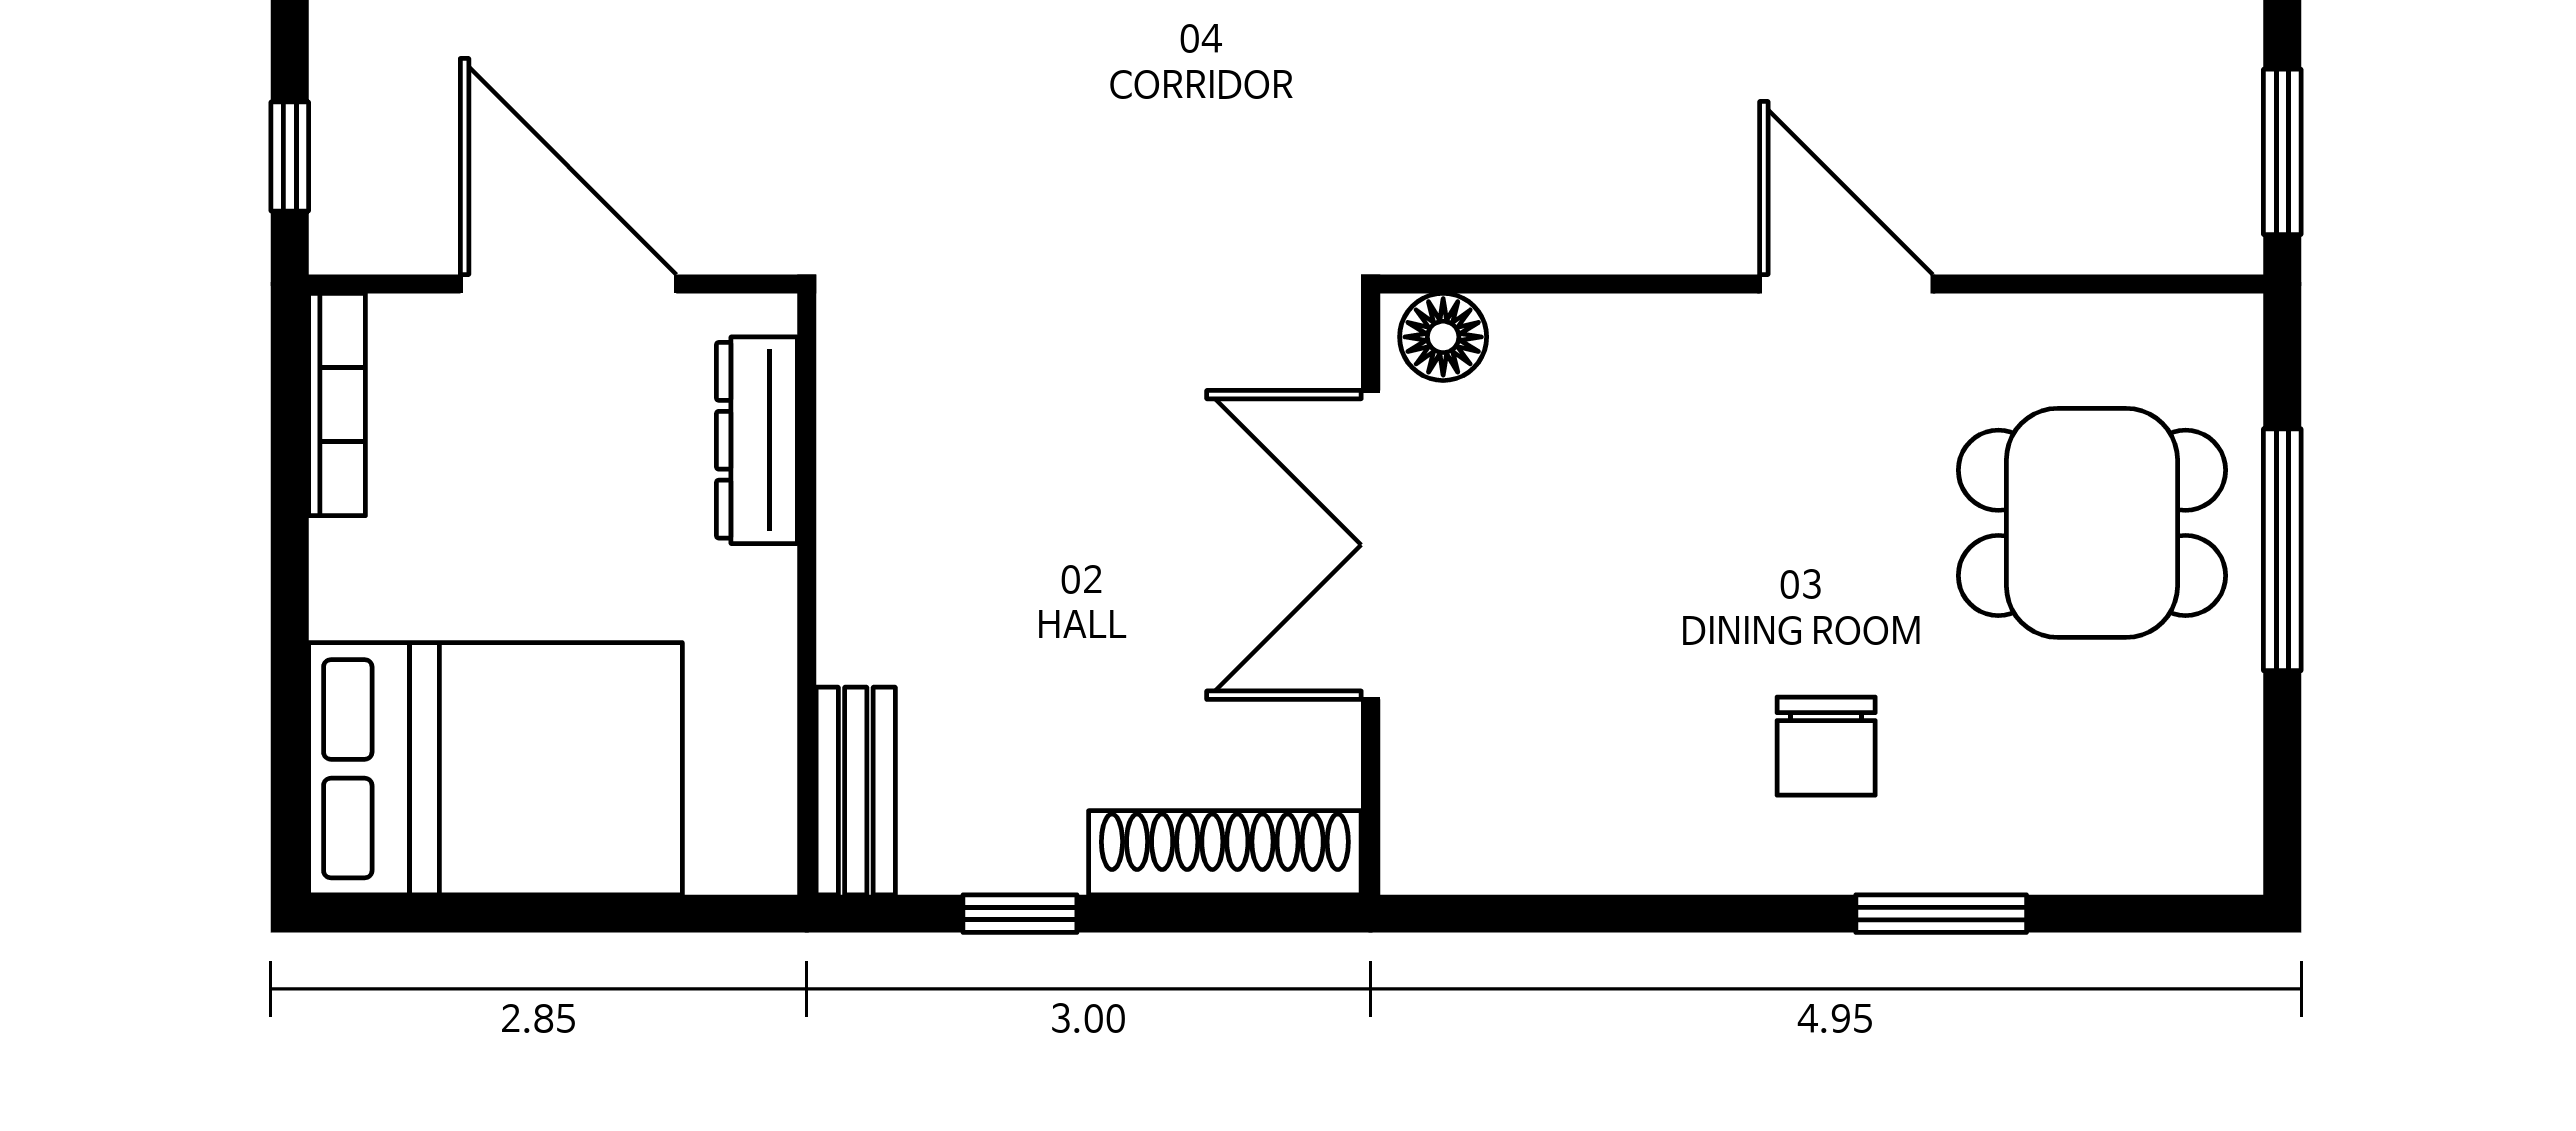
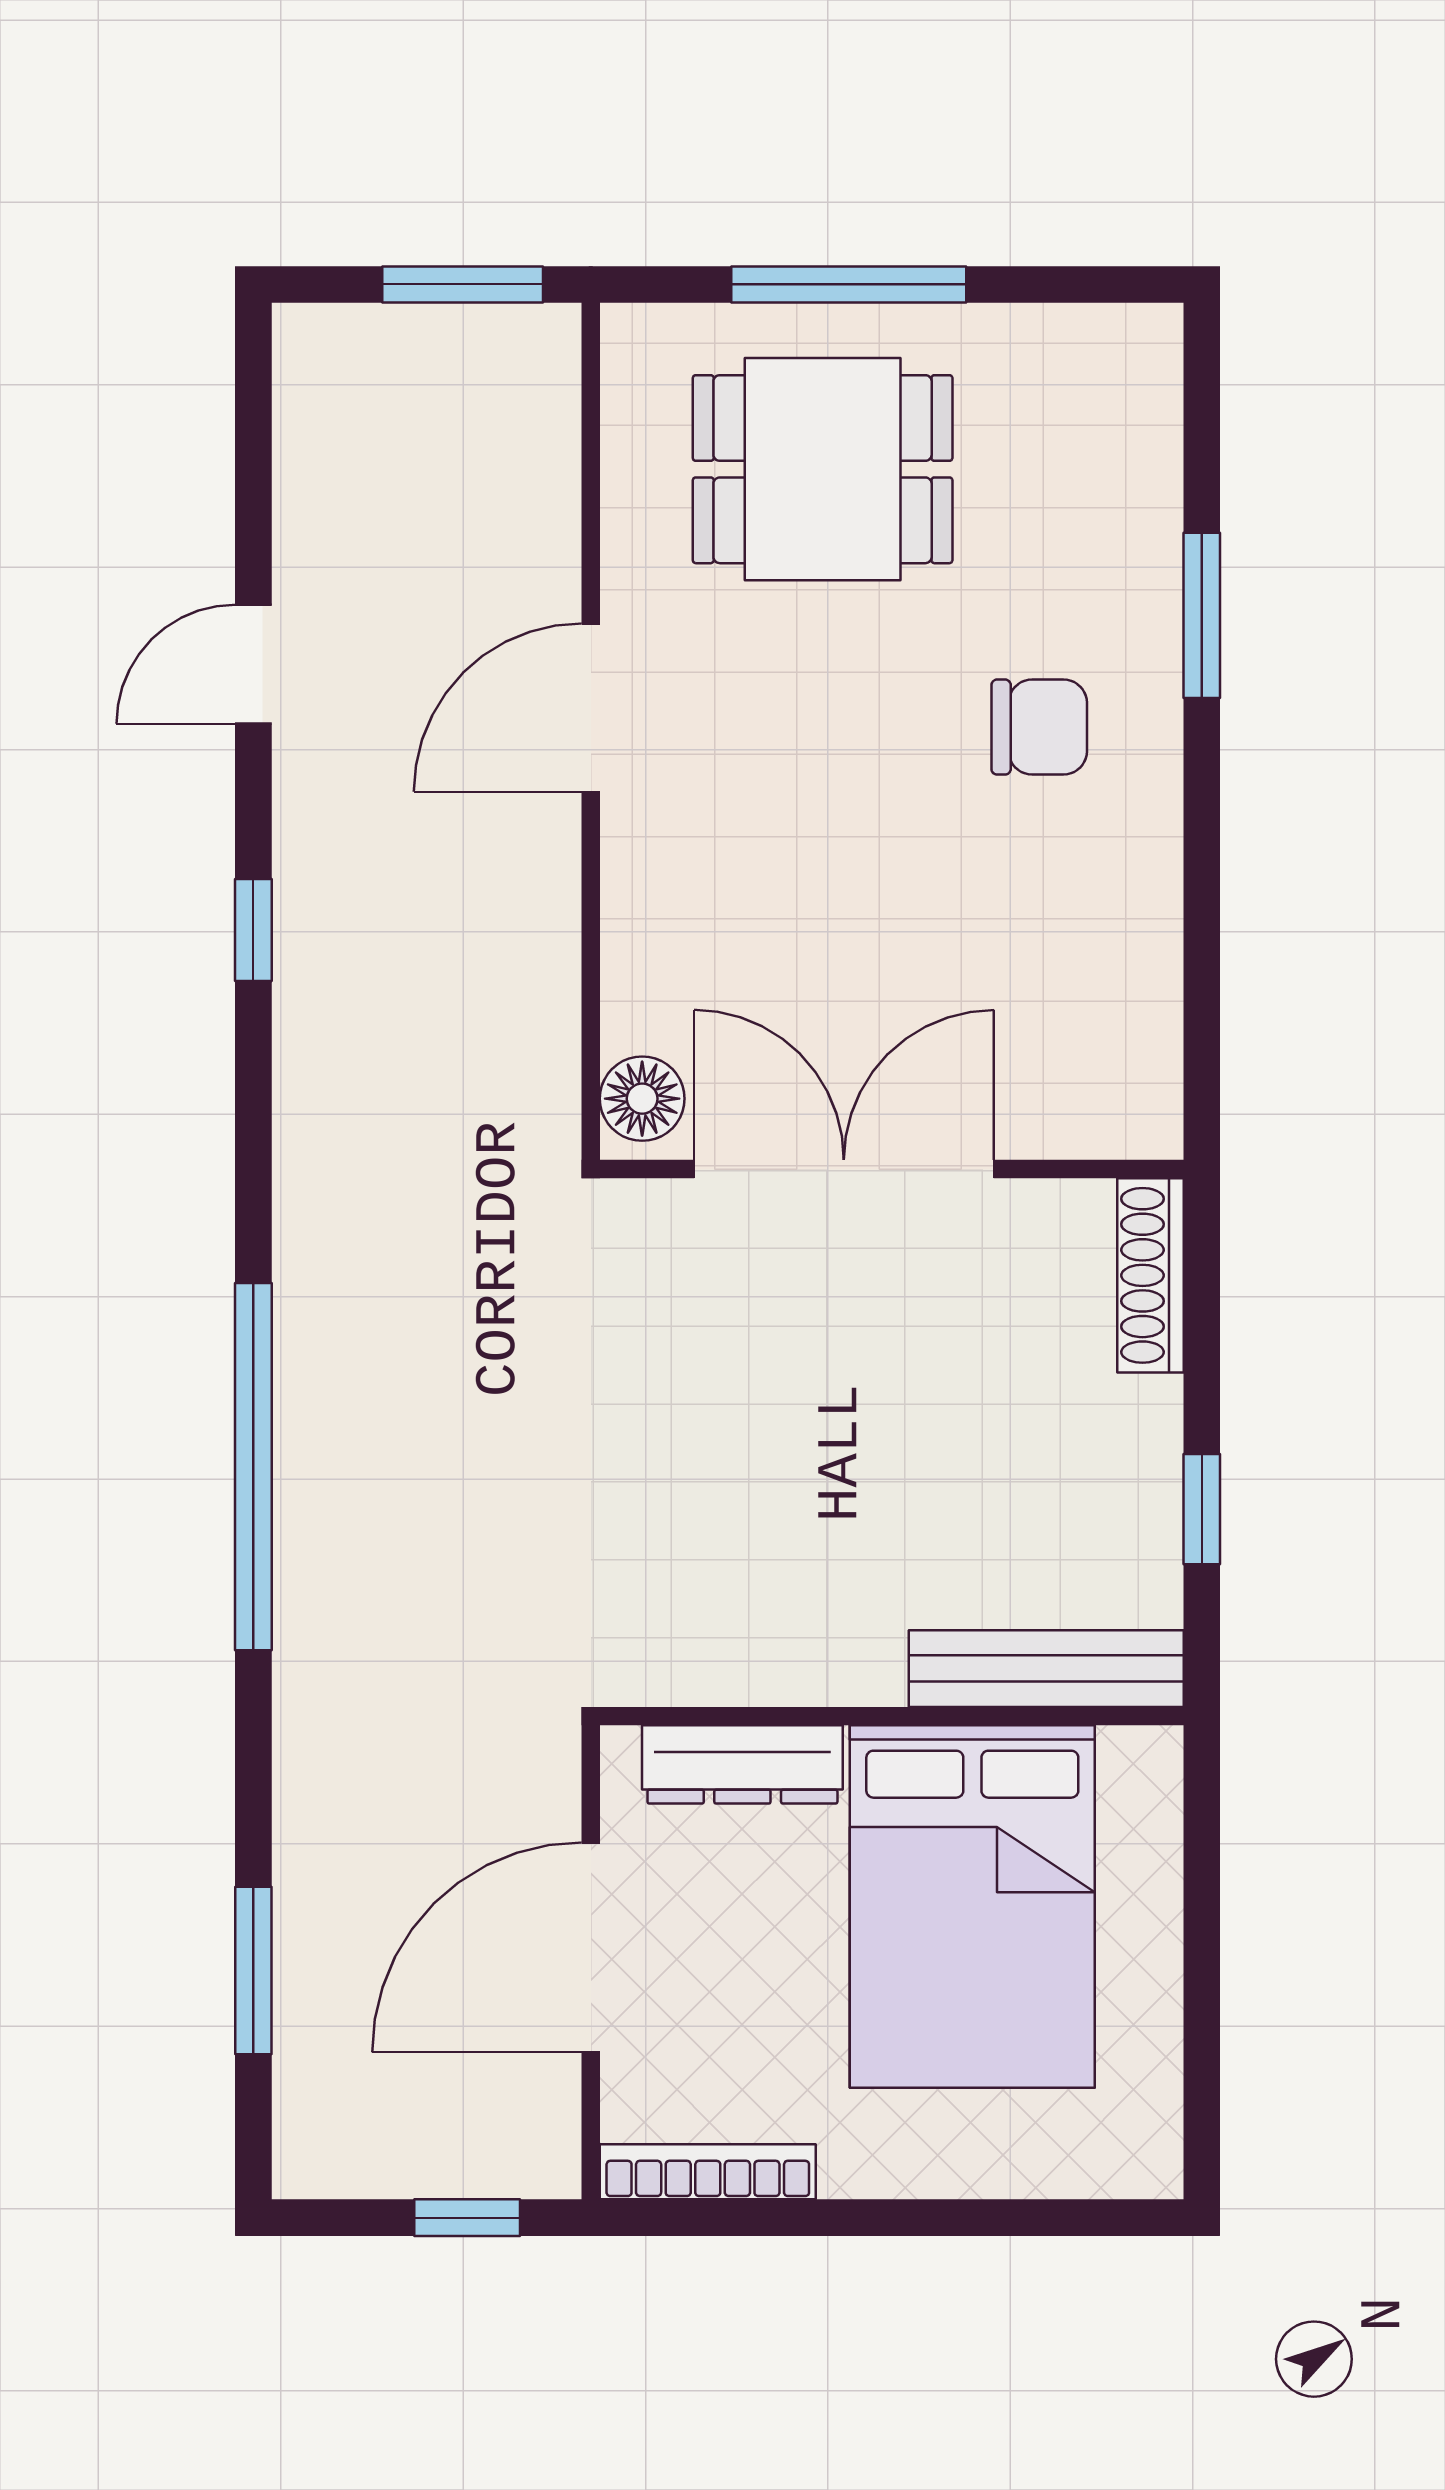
dining table: (2092, 523) -> (823, 469), turned 90
double door: (1371, 545) -> (844, 1169), swing flipped
bed: (495, 769) -> (972, 1907), moved, turned 180
bench: (856, 791) -> (1046, 1669), width x1.36
shoe rack: (1225, 853) -> (1150, 1275), width x0.74, depth x0.81

